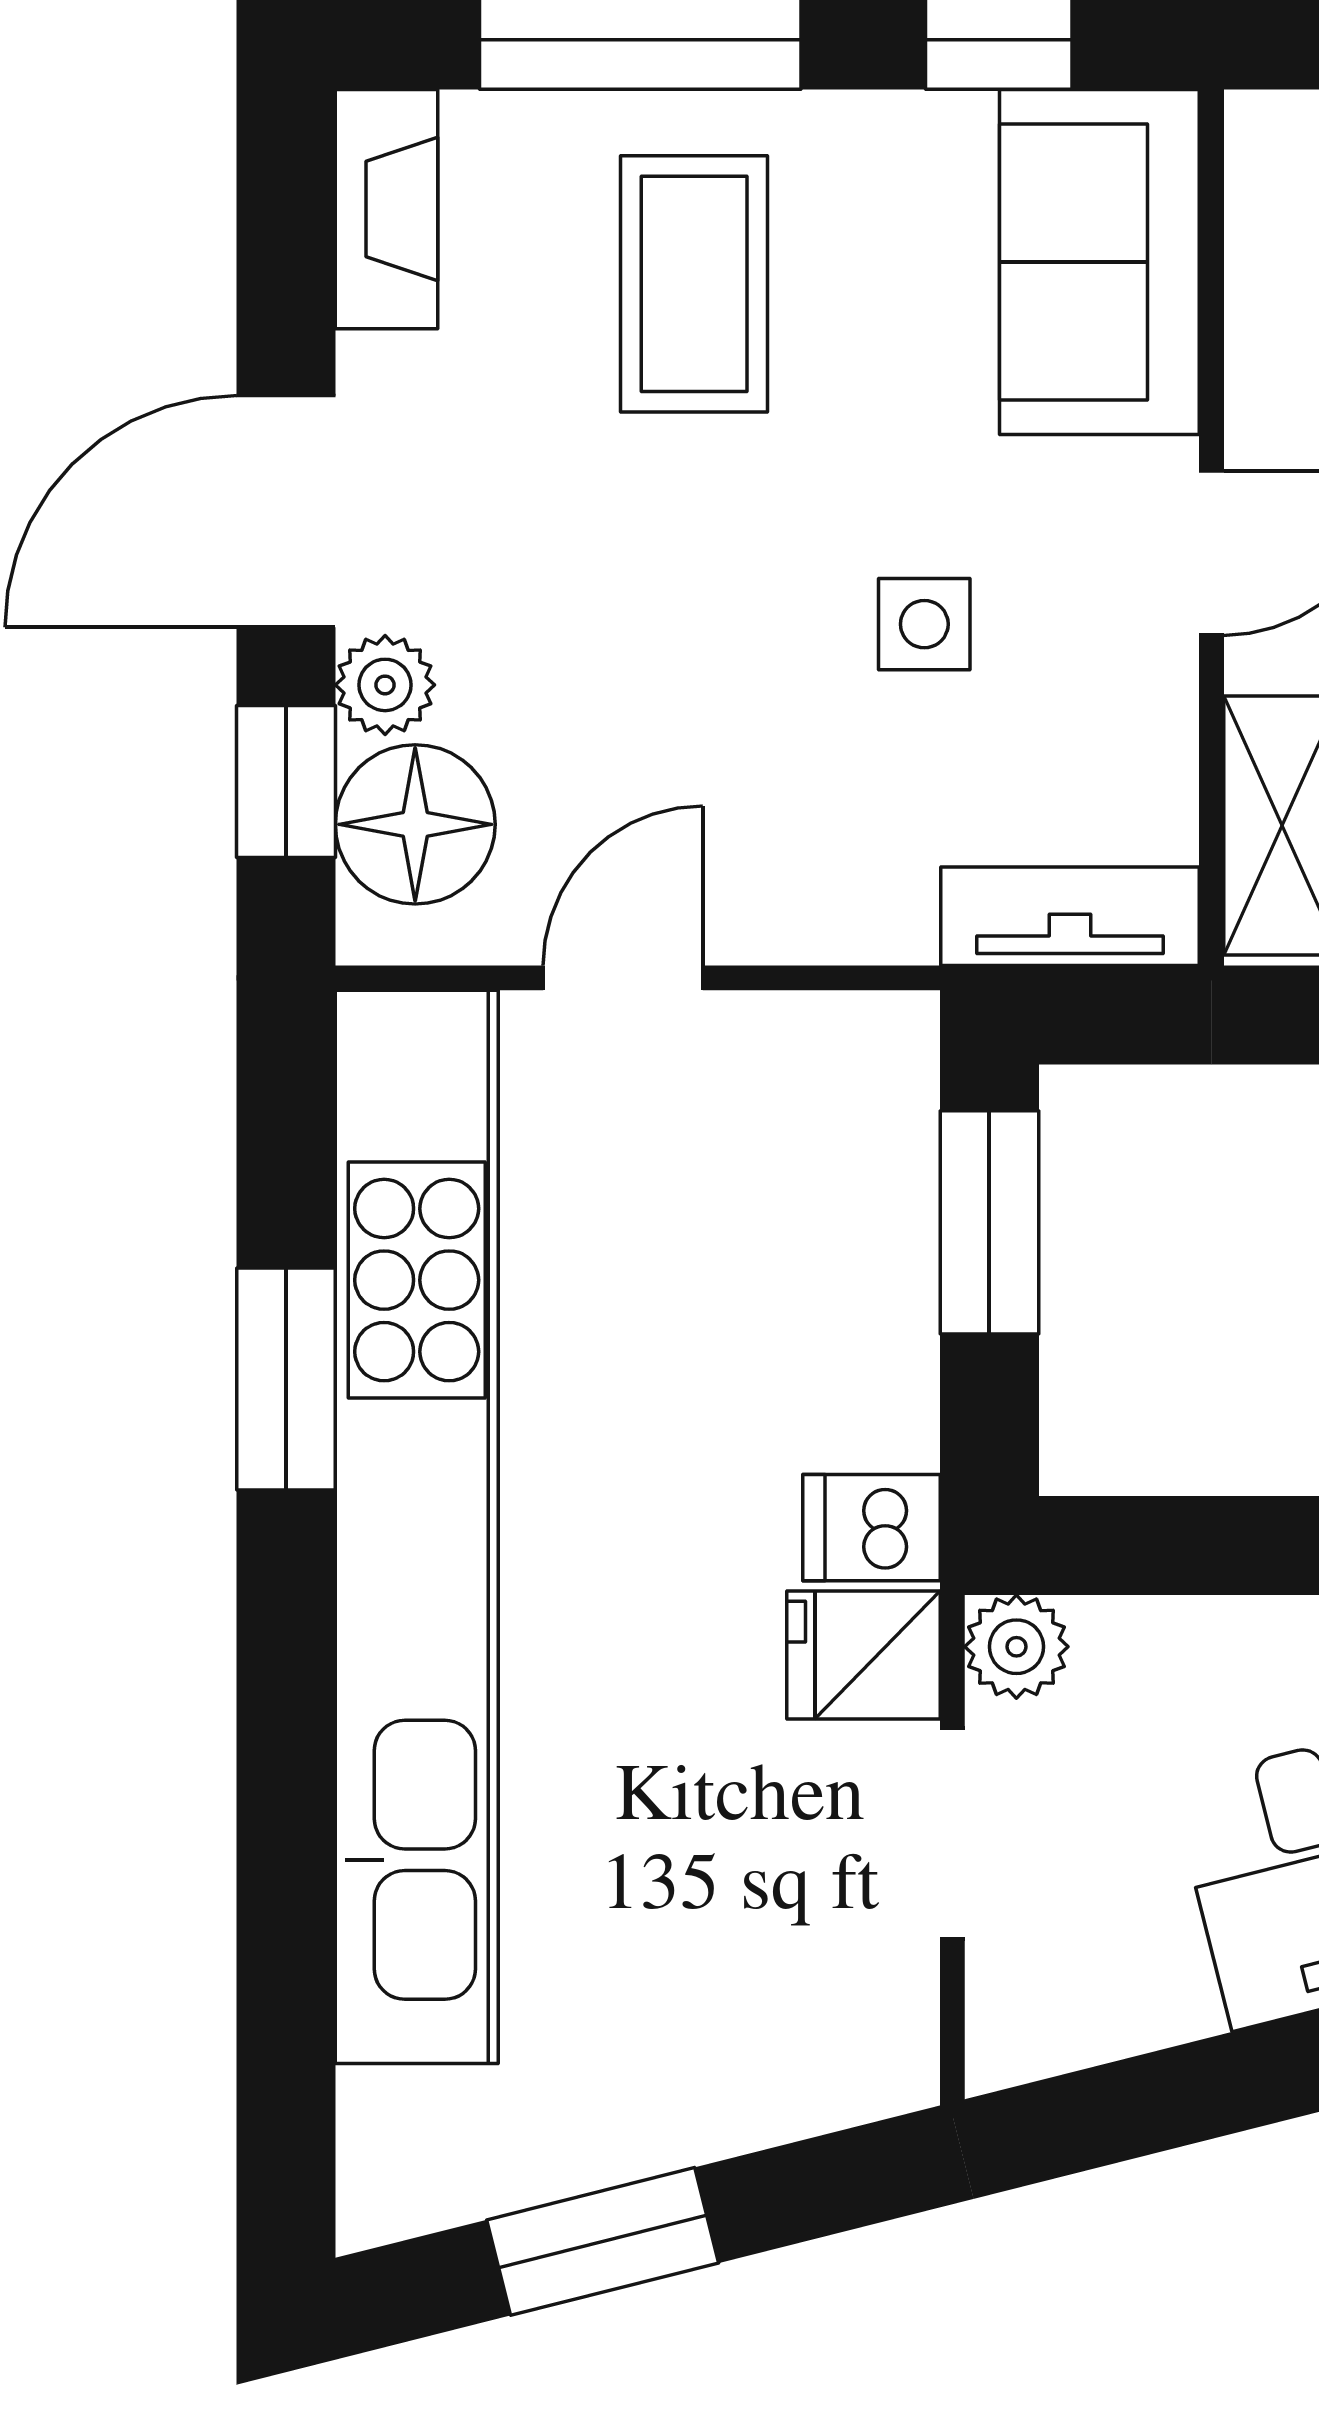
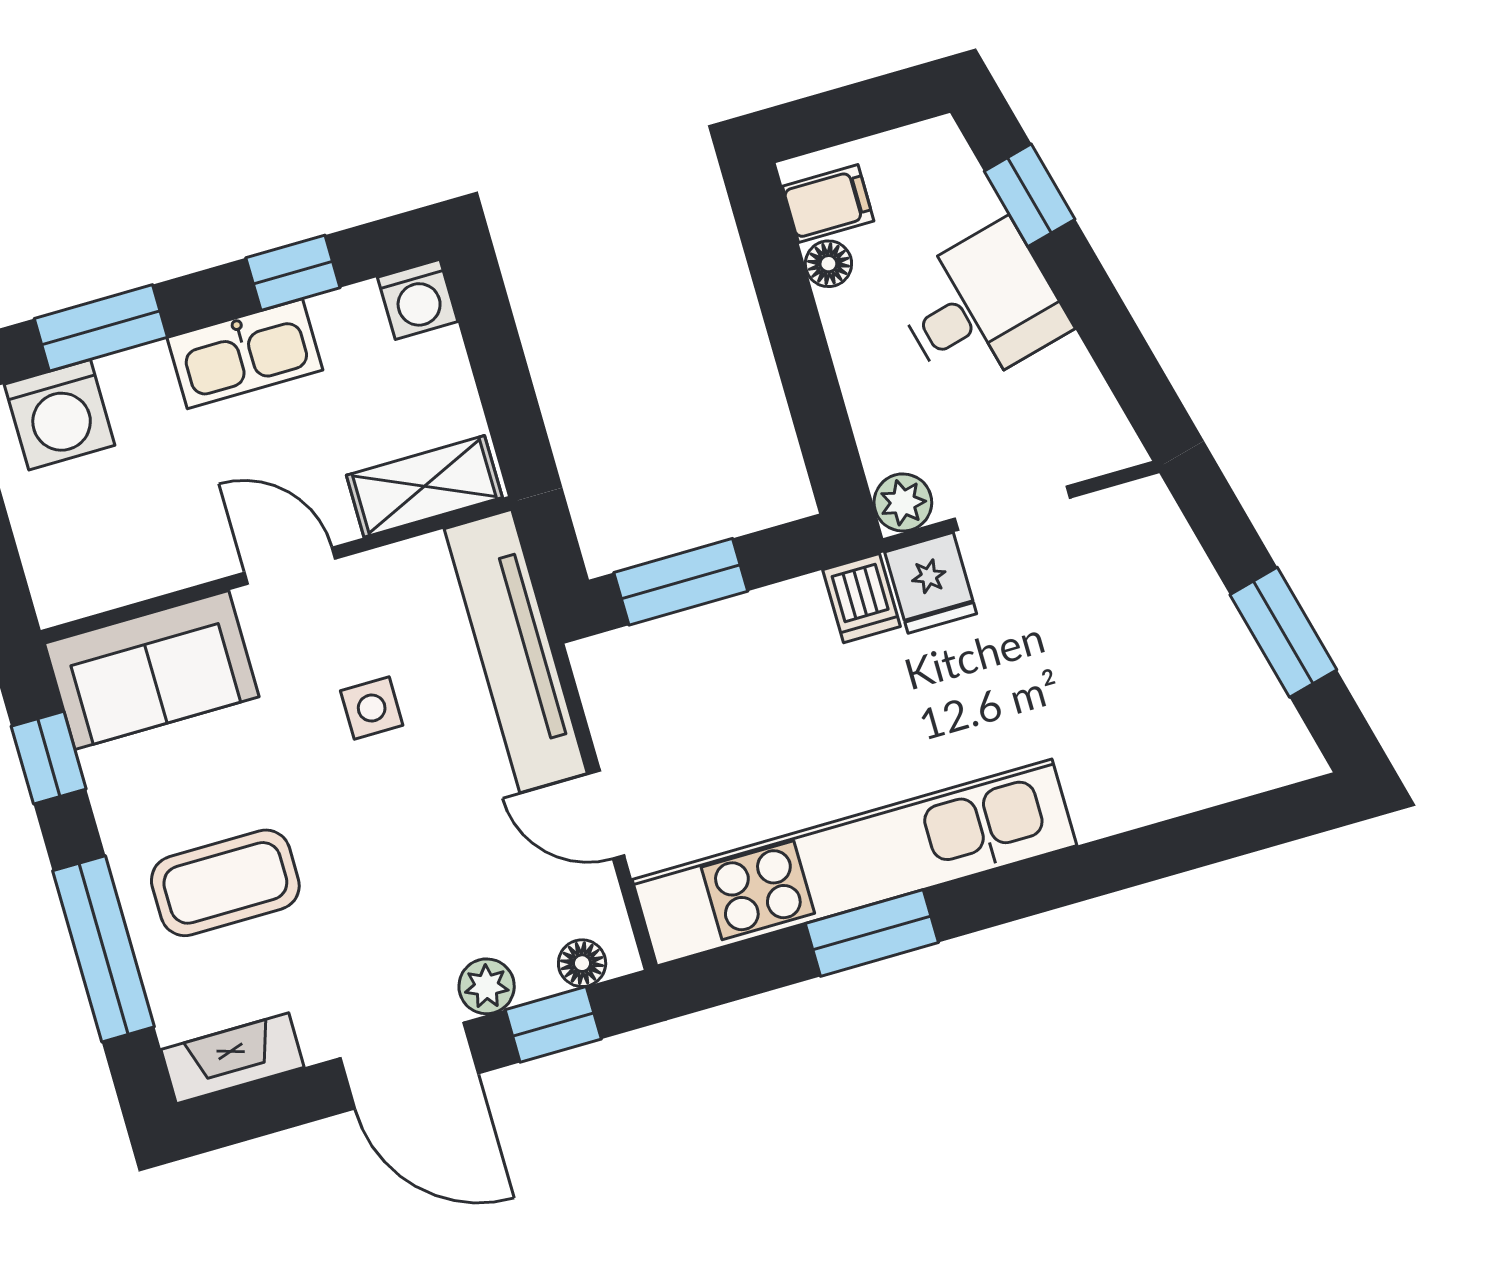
floor lamp: (415, 824) -> (582, 963), width x0.53, depth x0.53
tv unit: (1070, 916) -> (516, 651), width x1.92, depth x1.29
kitchen unit: (417, 1527) -> (854, 863), width x0.73

